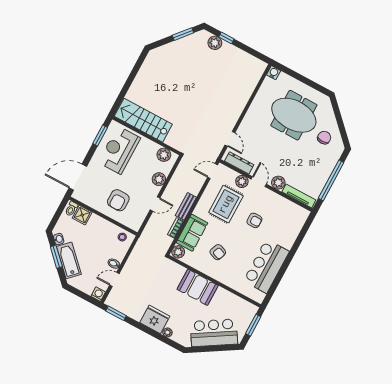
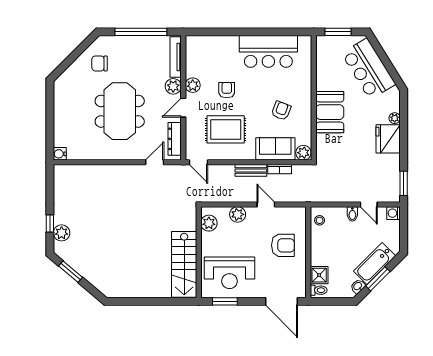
meeting table: (294, 115) -> (120, 111), moved
plant: (242, 181) -> (193, 85), moved

